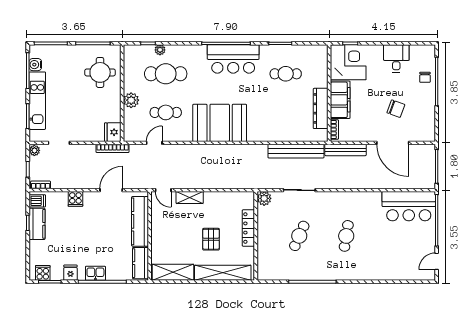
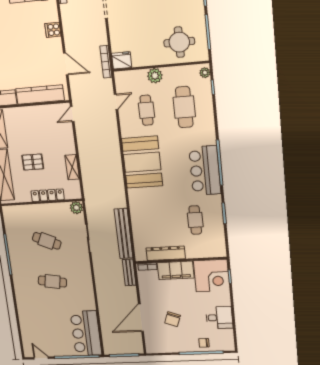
plant: (160, 50) -> (205, 73), moved
door: (154, 143) -> (116, 102), hinge flipped
bench: (345, 150) -> (129, 272), width x0.73
shelving: (190, 197) -> (72, 167), moved

